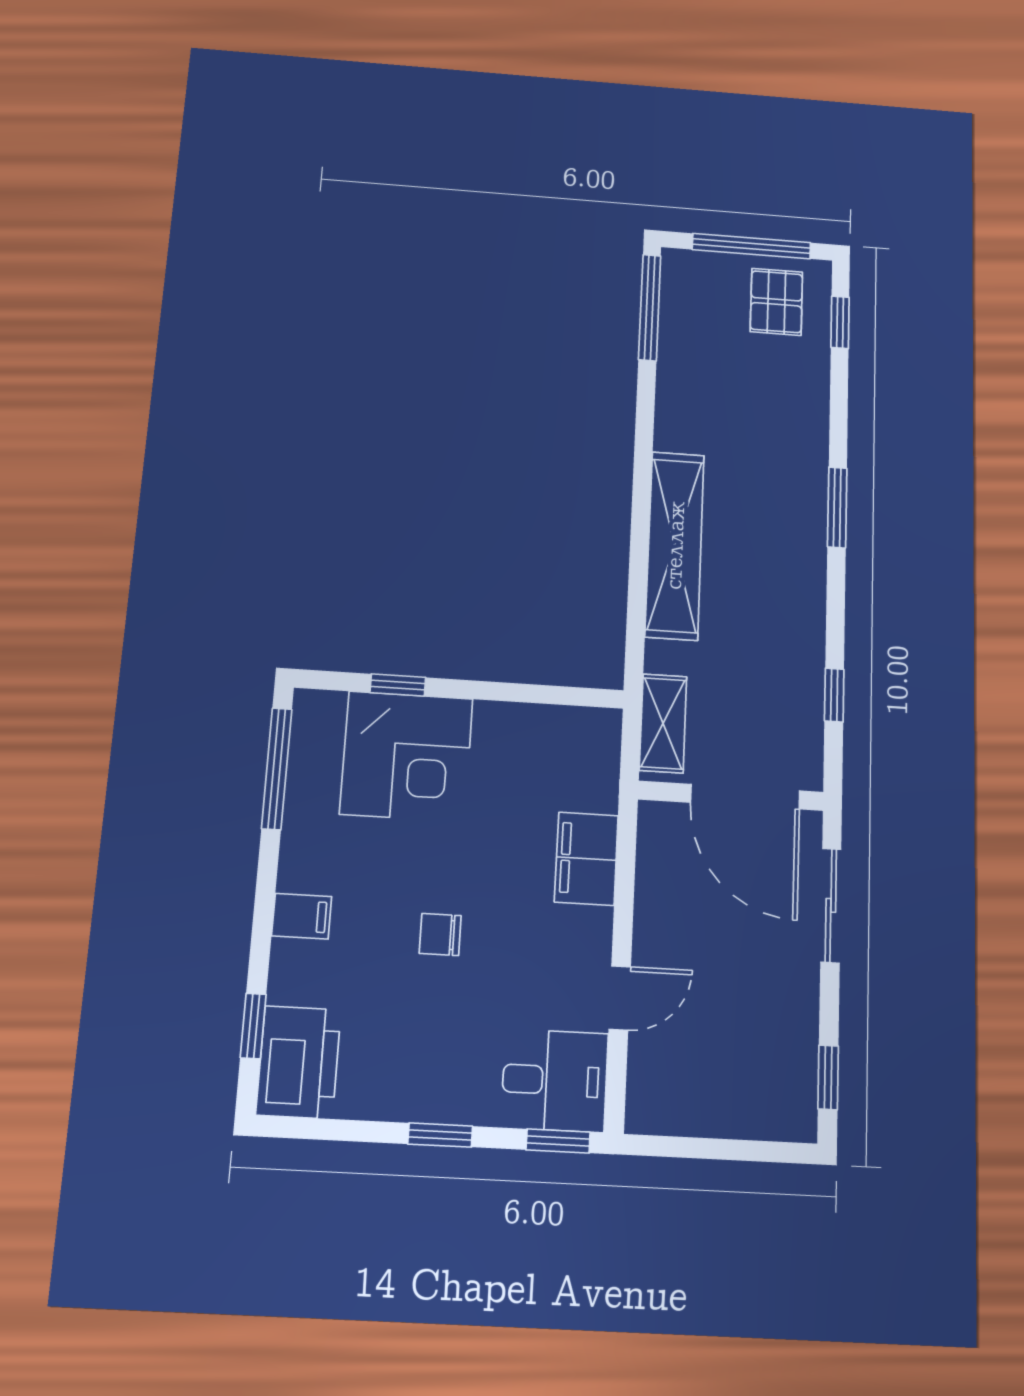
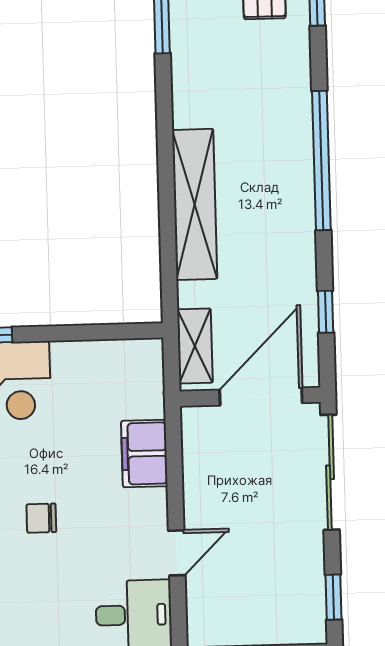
window: (837, 507) -> (321, 160), width x2.11
door: (745, 797) -> (261, 396), swing flipped
sliding door: (831, 905) -> (330, 472), width x1.37

